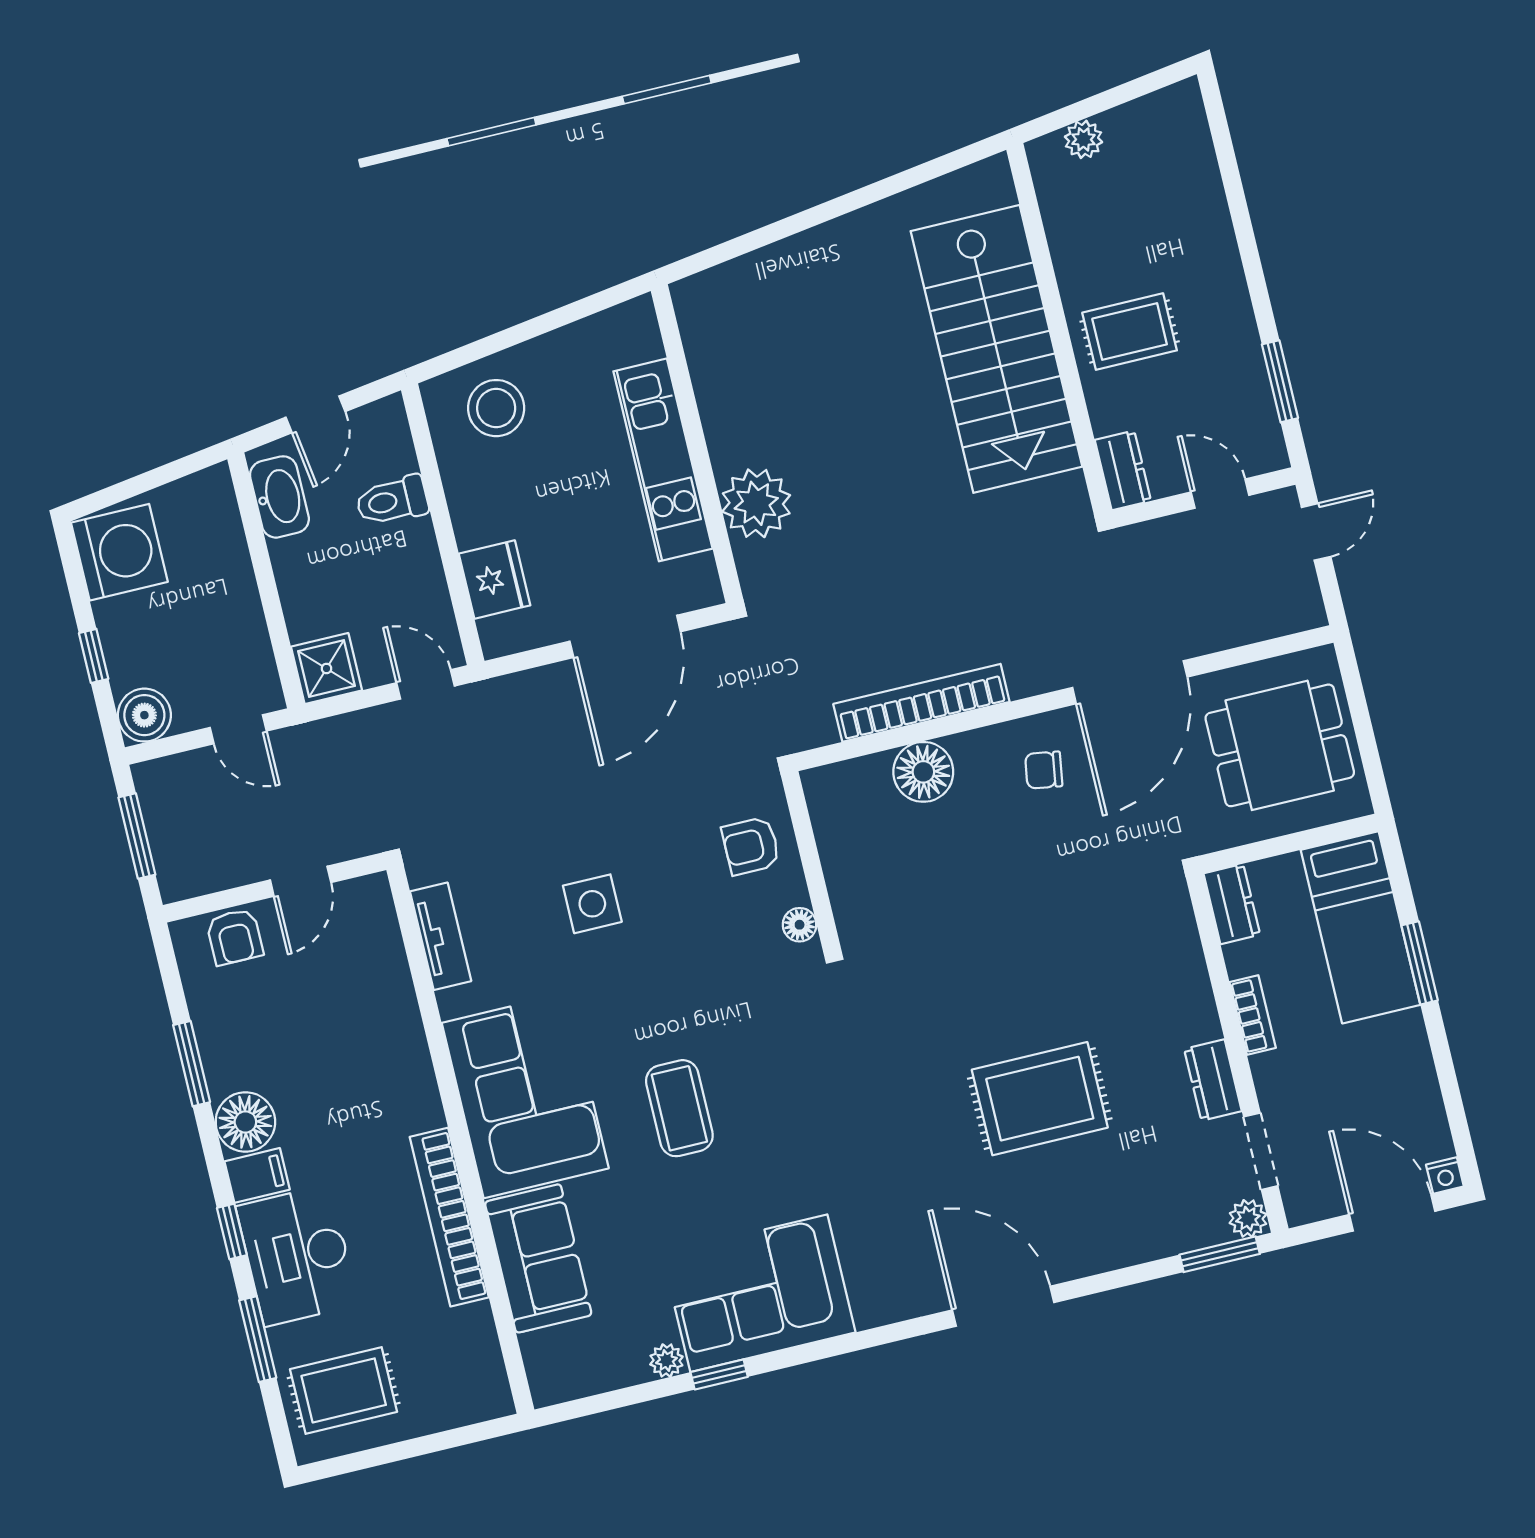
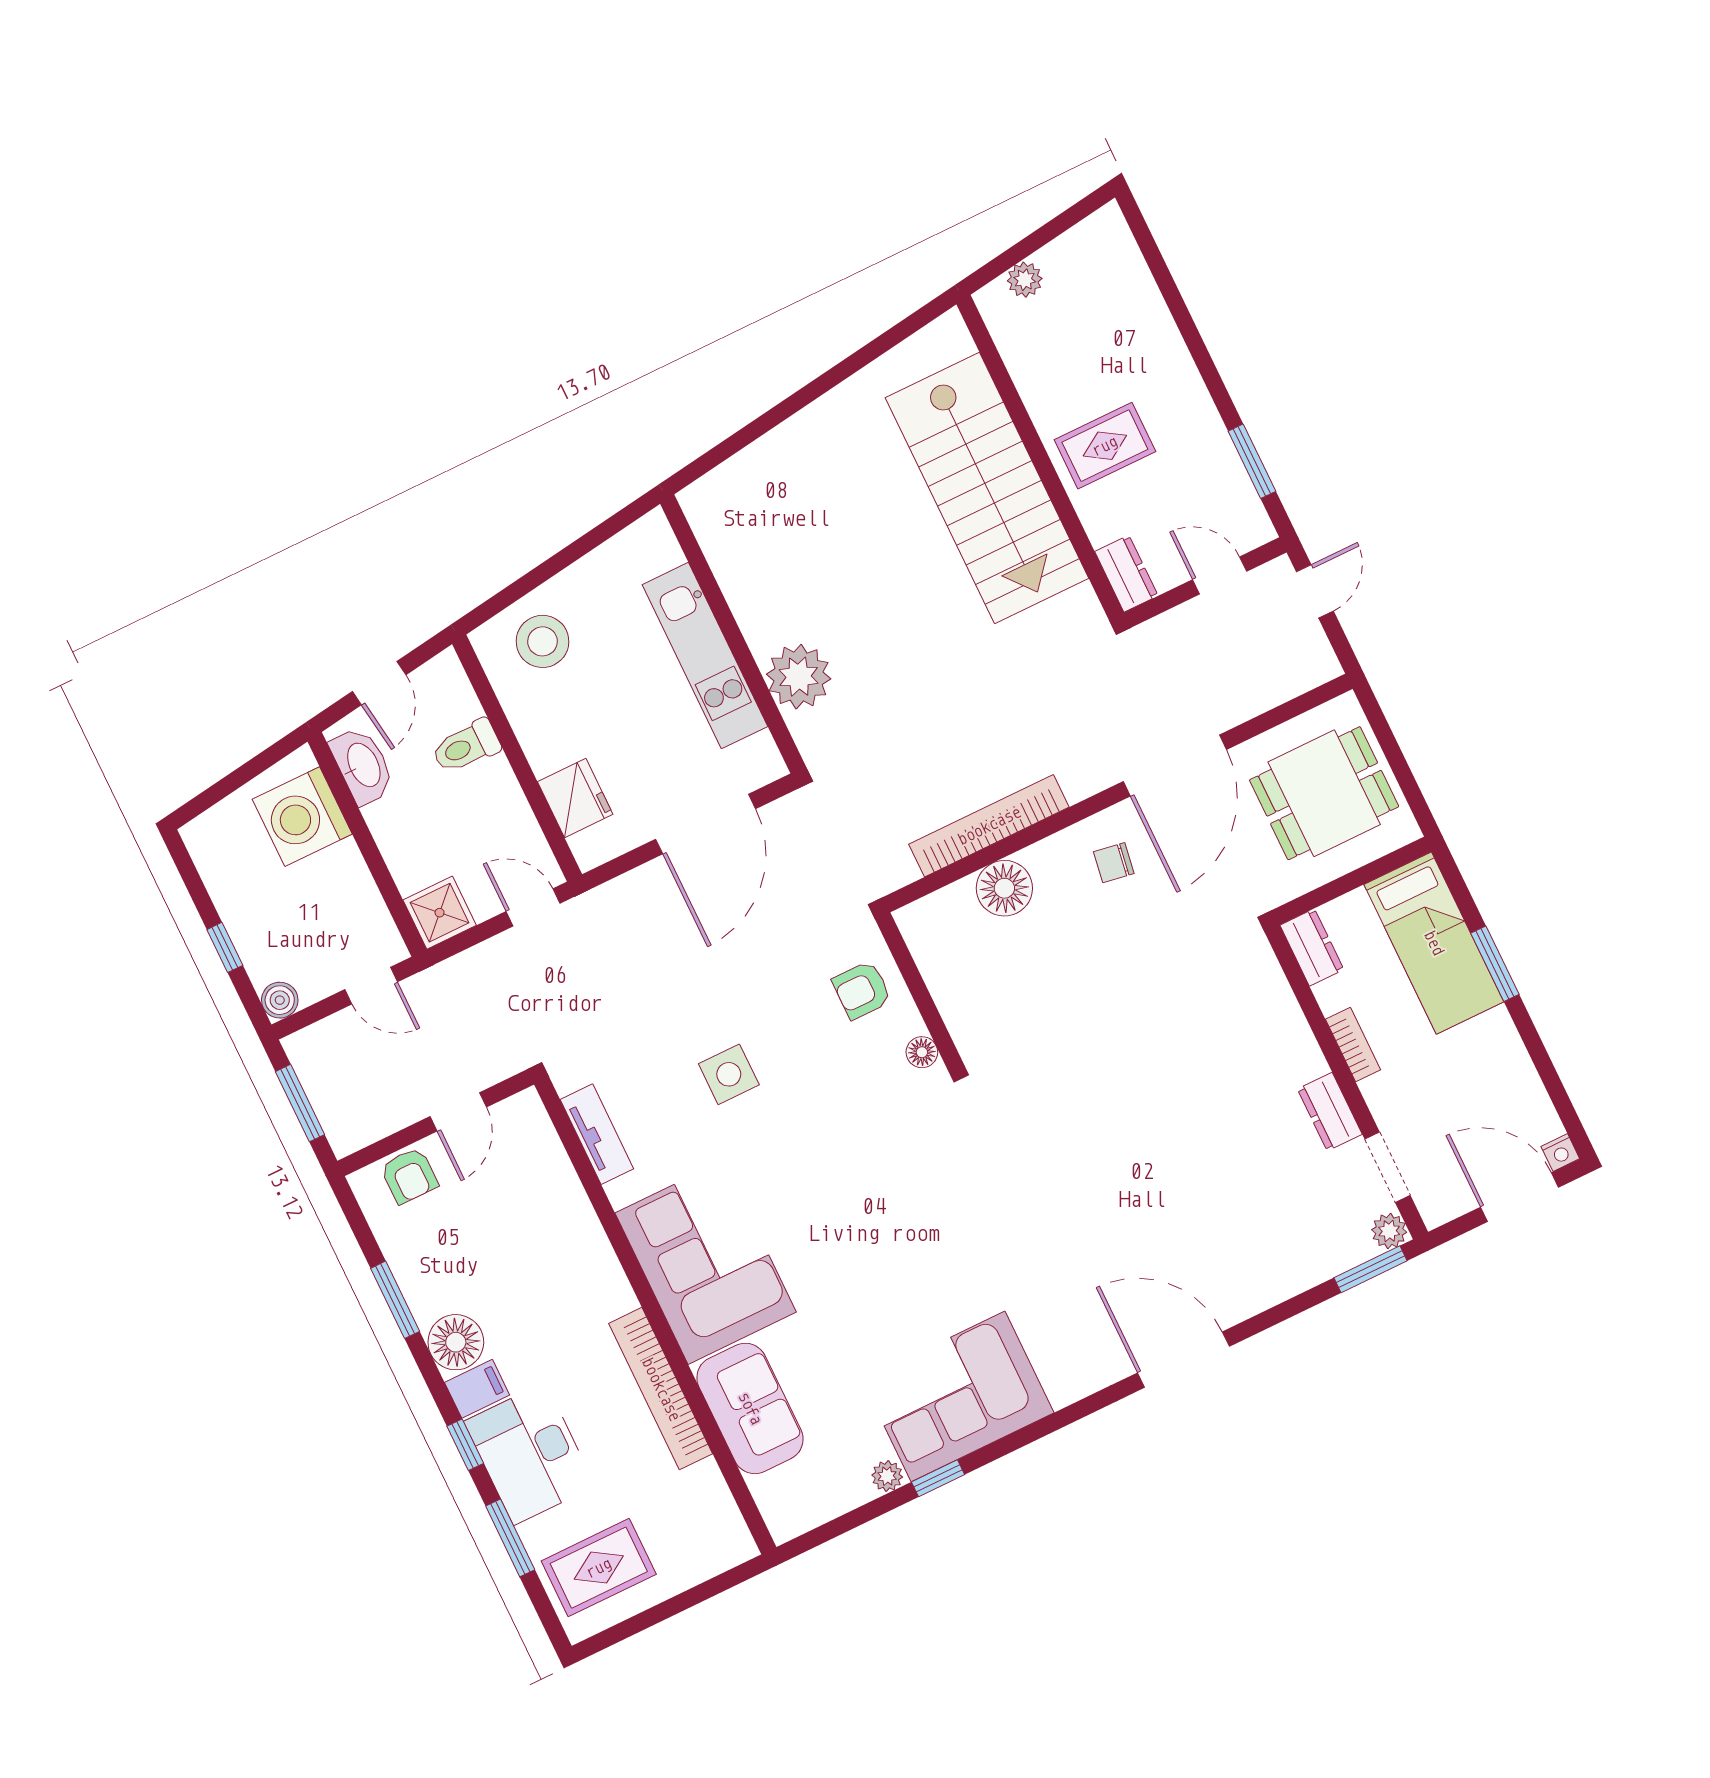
washing machine: (119, 552) -> (302, 817), moved, turned 180
boiler: (144, 715) -> (280, 1000), width x0.73, depth x0.73
rug: (1040, 1099) -> (1176, 1163), removed
coffee table: (679, 1108) -> (849, 1243), removed

